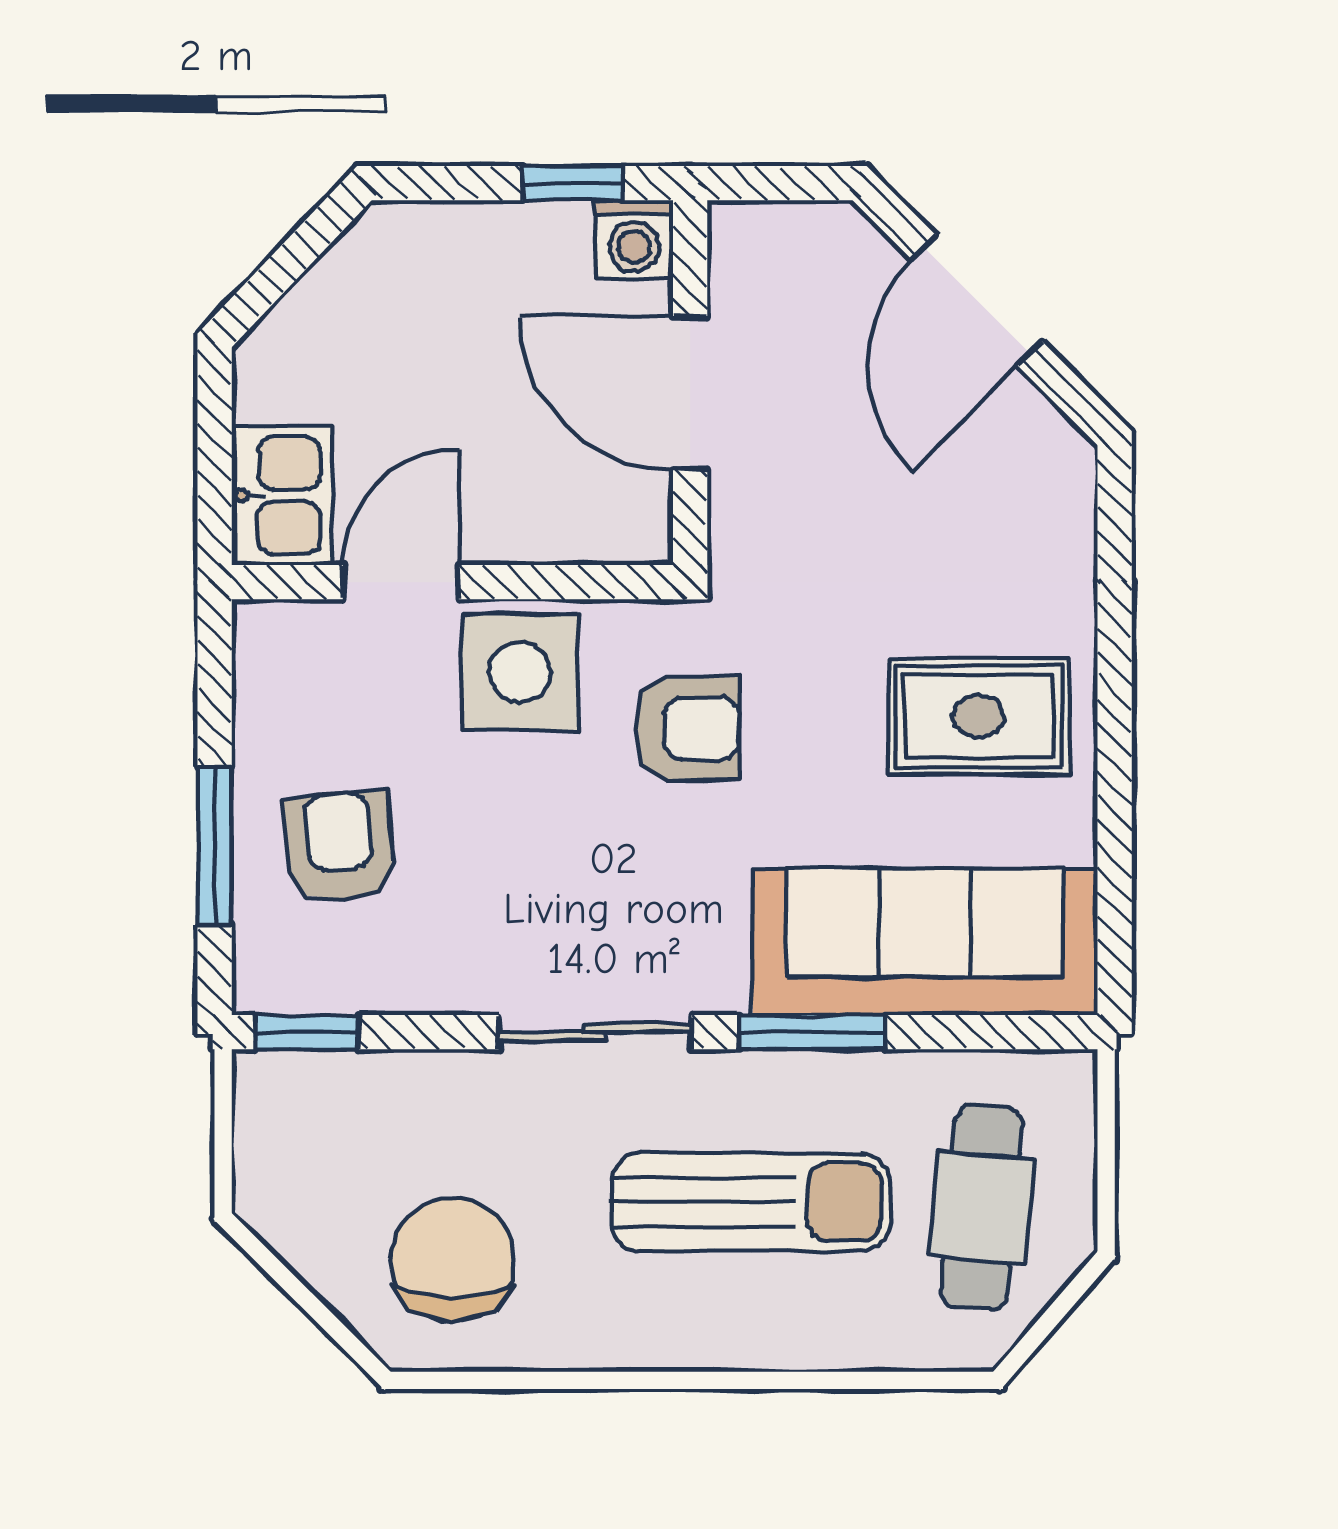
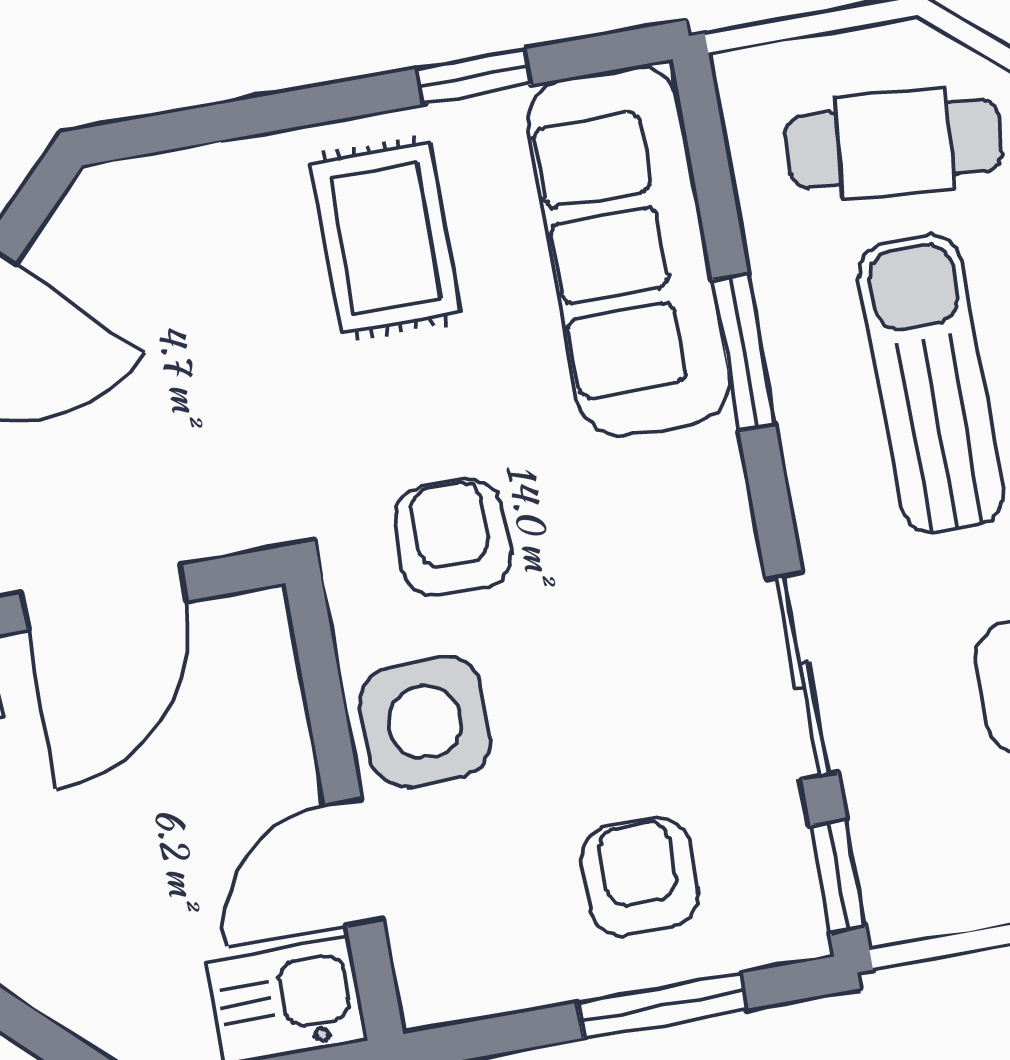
door: (401, 582) -> (354, 862), hinge flipped
window: (1115, 826) -> (474, 77), added
armchair: (339, 847) -> (640, 876), turned 95
sliding door: (595, 1032) -> (802, 676), moved

